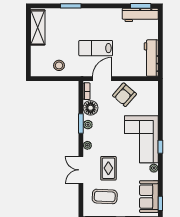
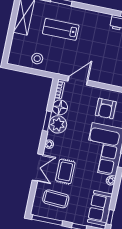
lab bench: (96, 48) -> (61, 29), moved
armchair: (124, 95) -> (106, 109), moved, turned -41
plant: (88, 125) -> (58, 124), width x1.87, depth x1.87
double door: (81, 170) -> (38, 167), swing flipped

